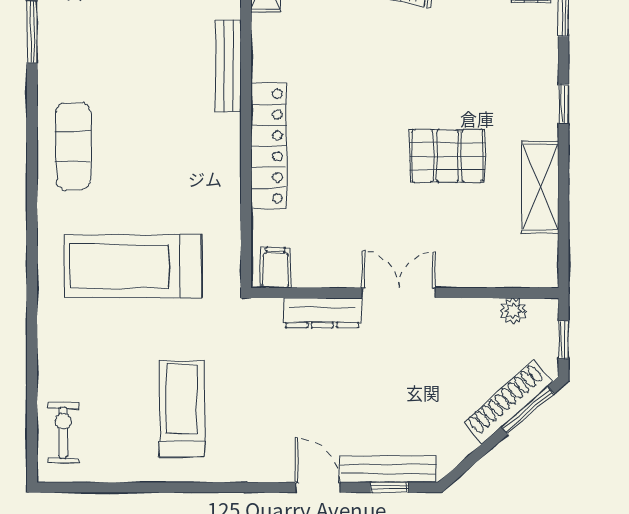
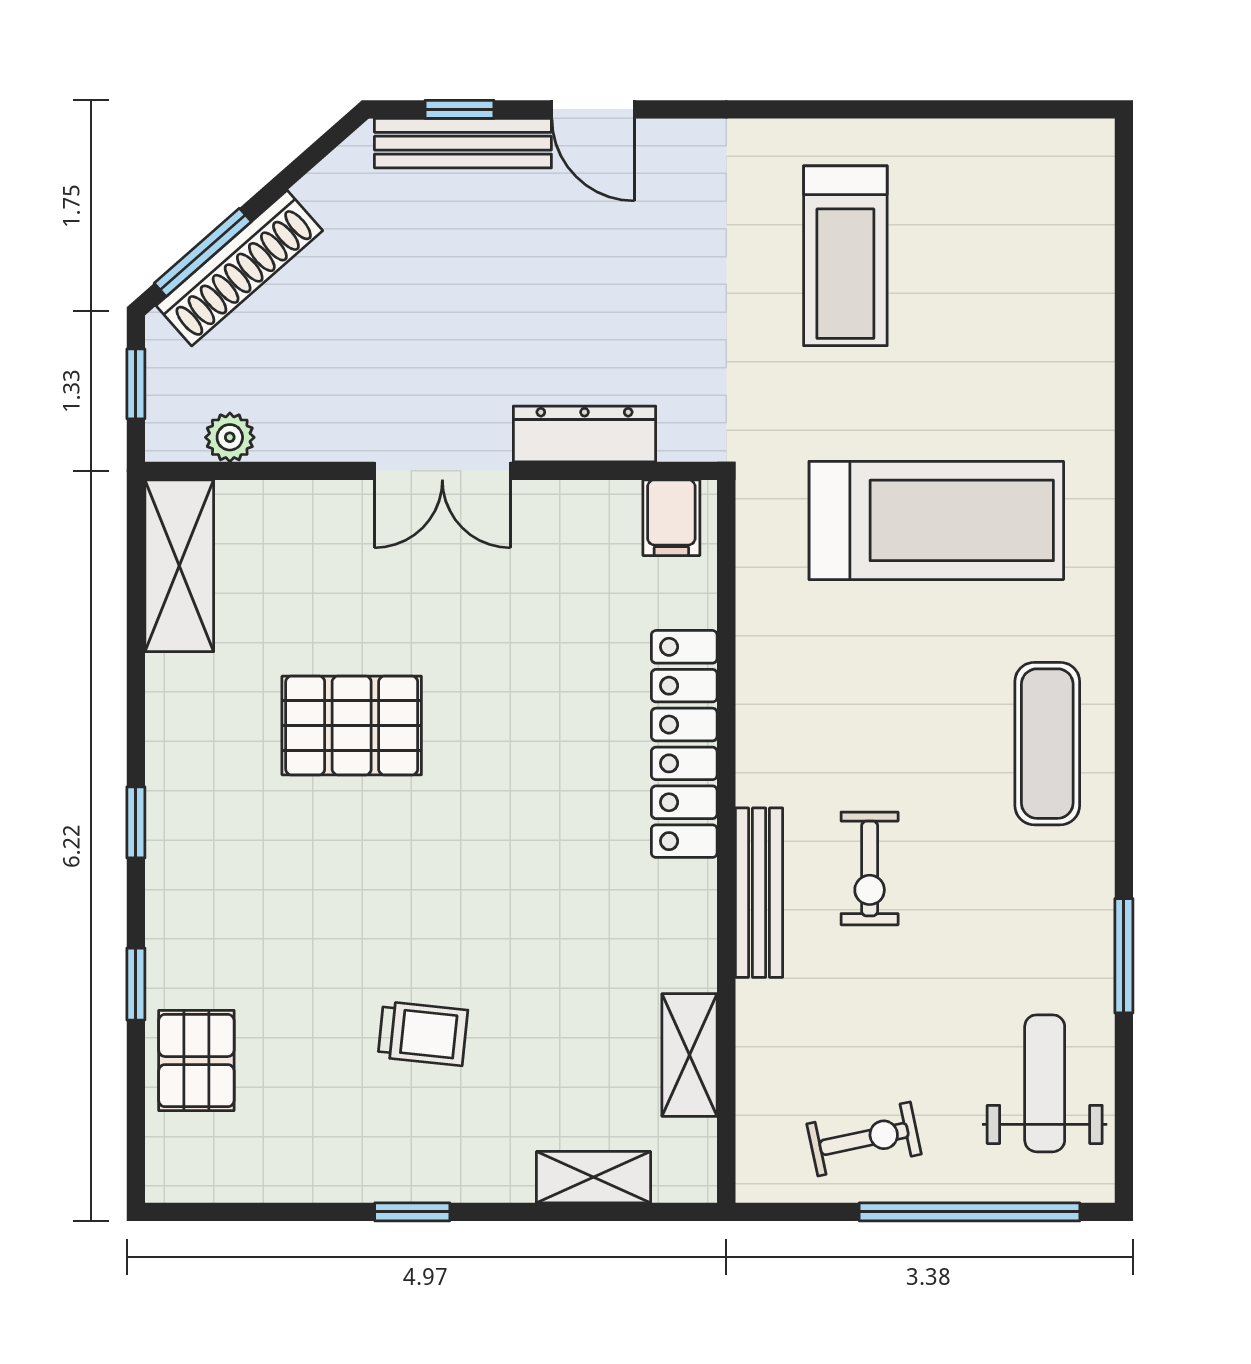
shelving: (540, 187) -> (179, 566), moved
exercise bike: (63, 433) -> (870, 868), moved

